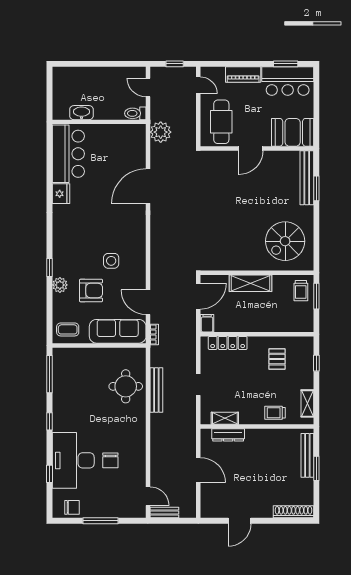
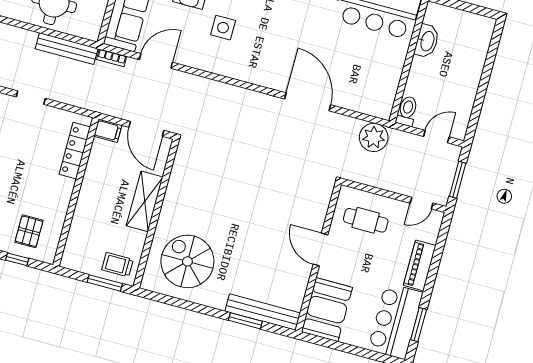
window: (175, 64) -> (458, 180), width x1.50
cafe table: (221, 122) -> (366, 220), width x0.73, depth x0.74
pallet: (277, 359) -> (29, 231), moved, turned 90
bench: (156, 390) -> (67, 49), moved

